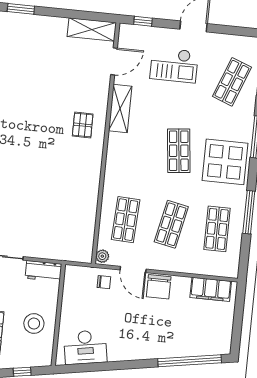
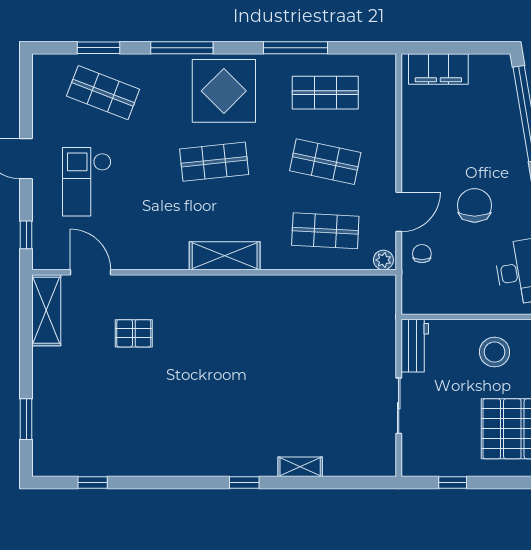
checkout: (174, 65) -> (87, 182), turned 180
shelving: (120, 108) -> (225, 256), moved
pallet: (83, 125) -> (134, 333), moved
chair: (159, 287) -> (475, 205), moved, turned -90
filing cabinet: (211, 289) -> (438, 69), moved, turned 90

